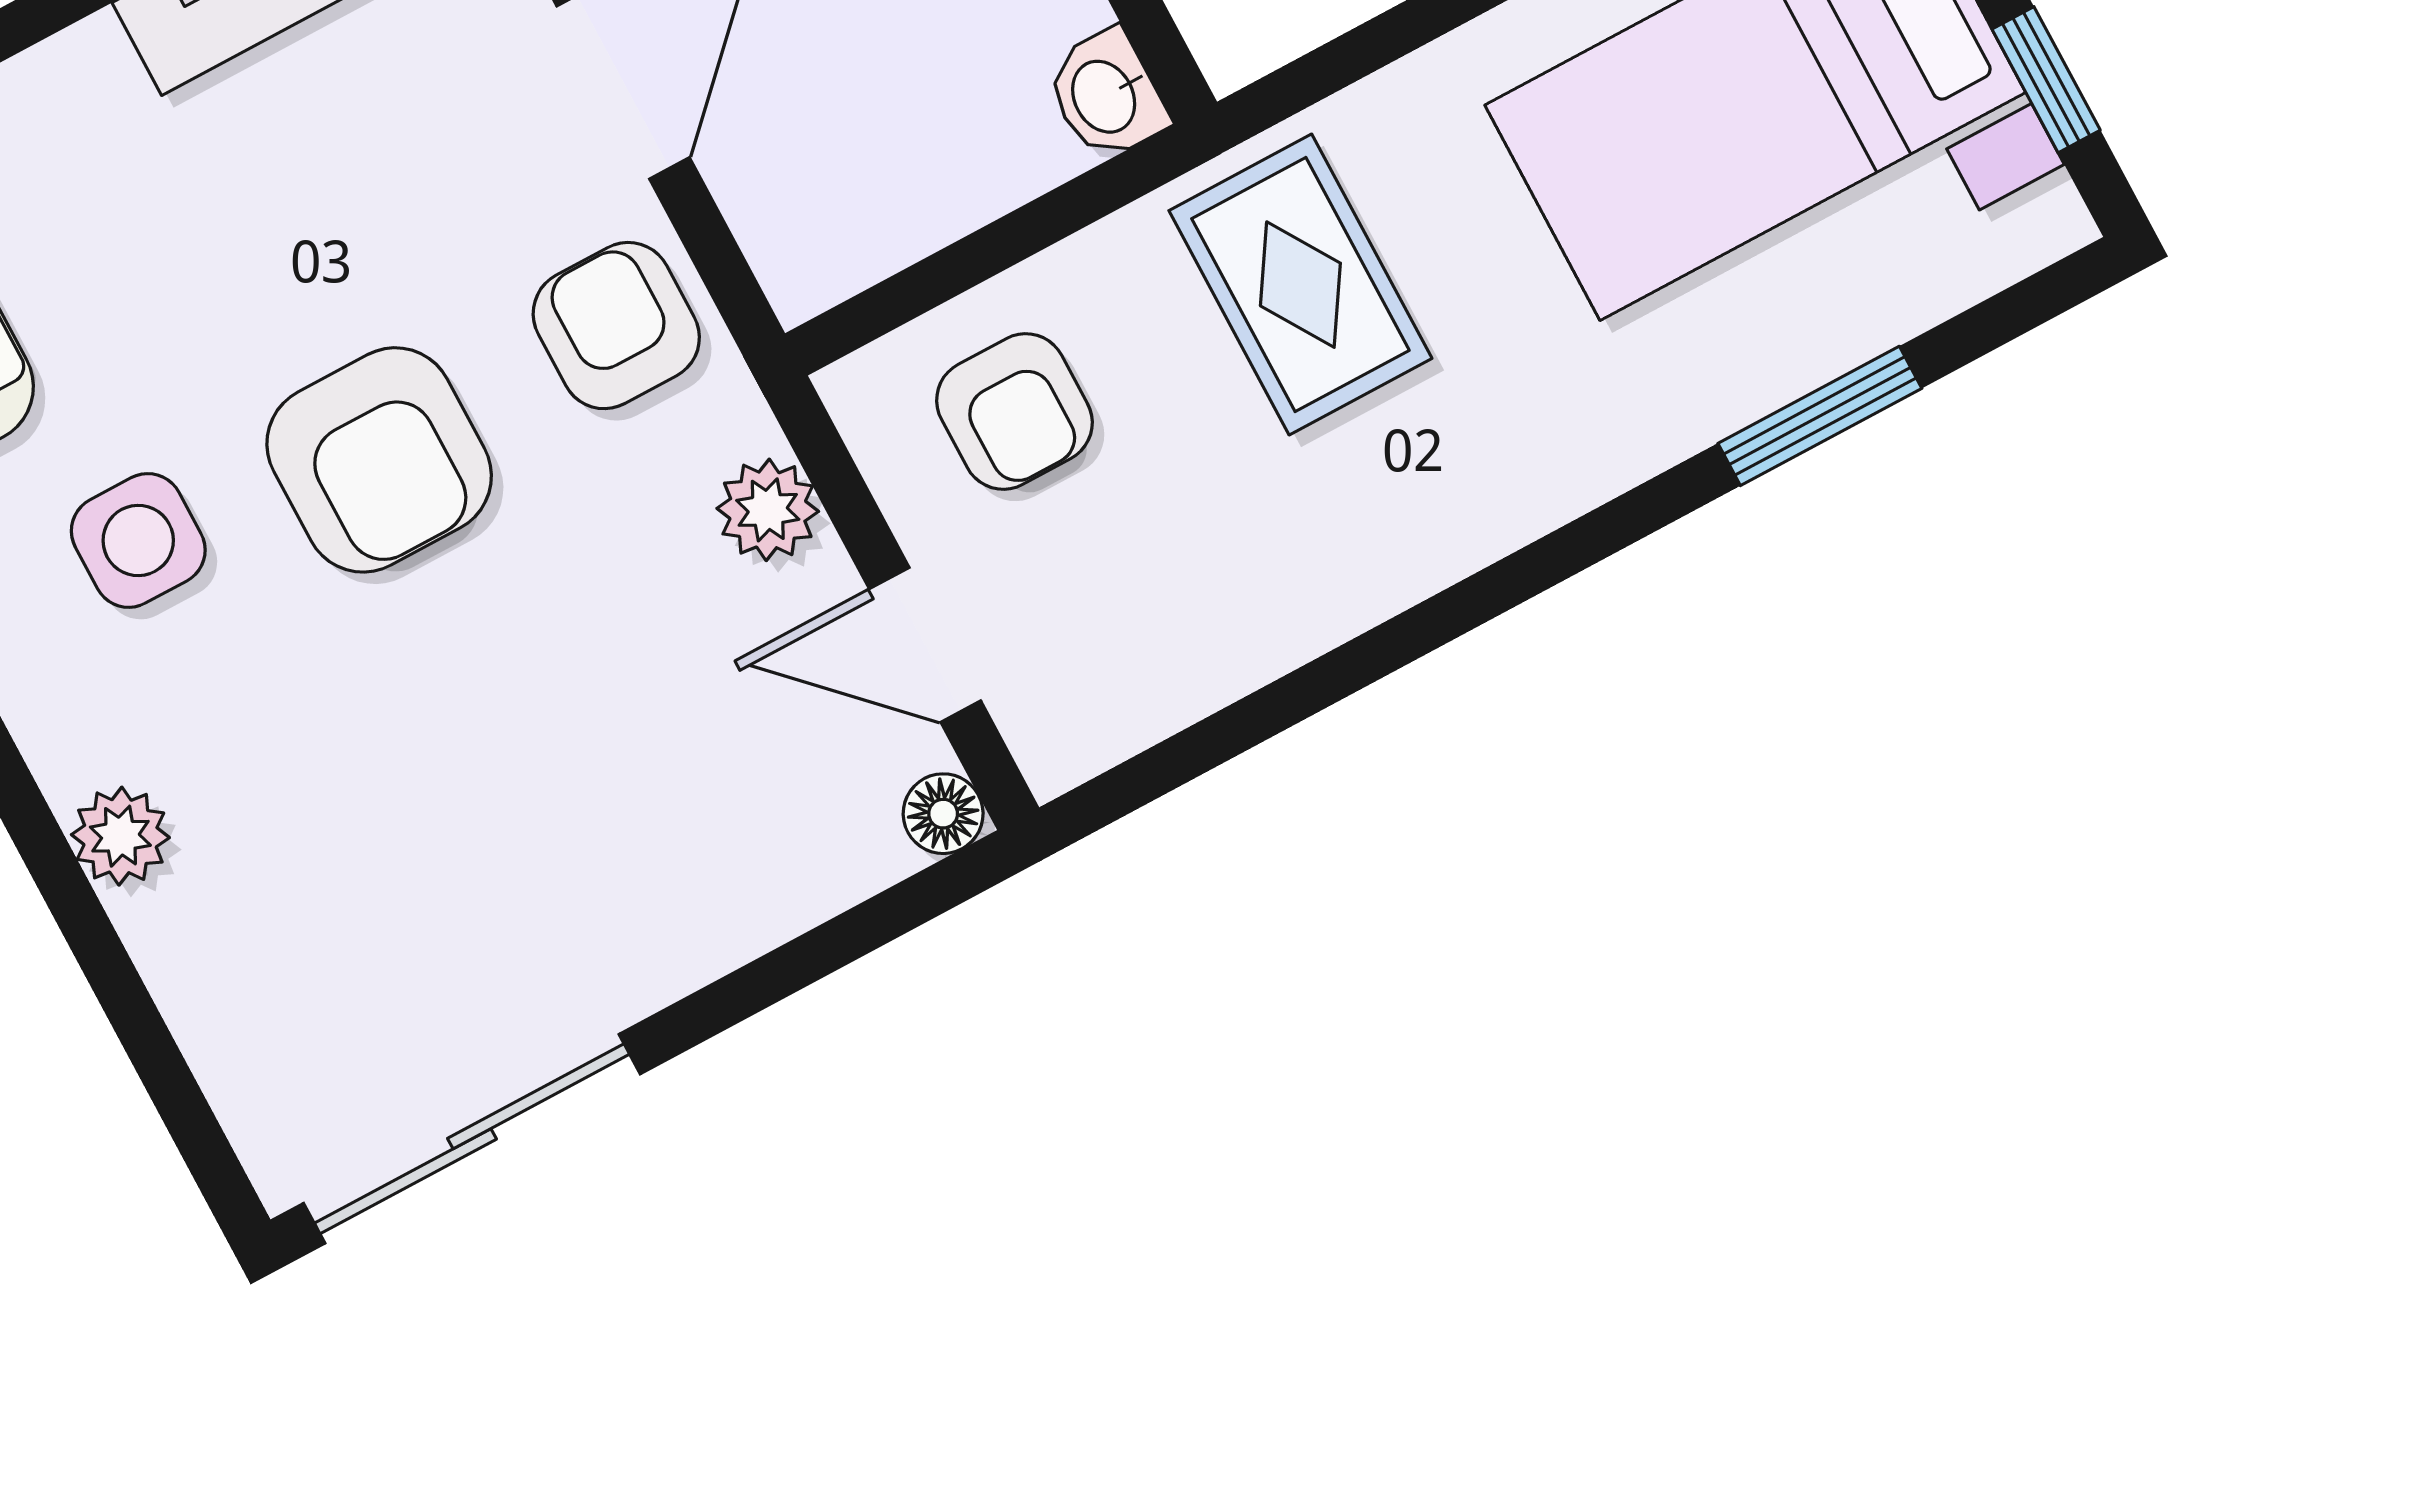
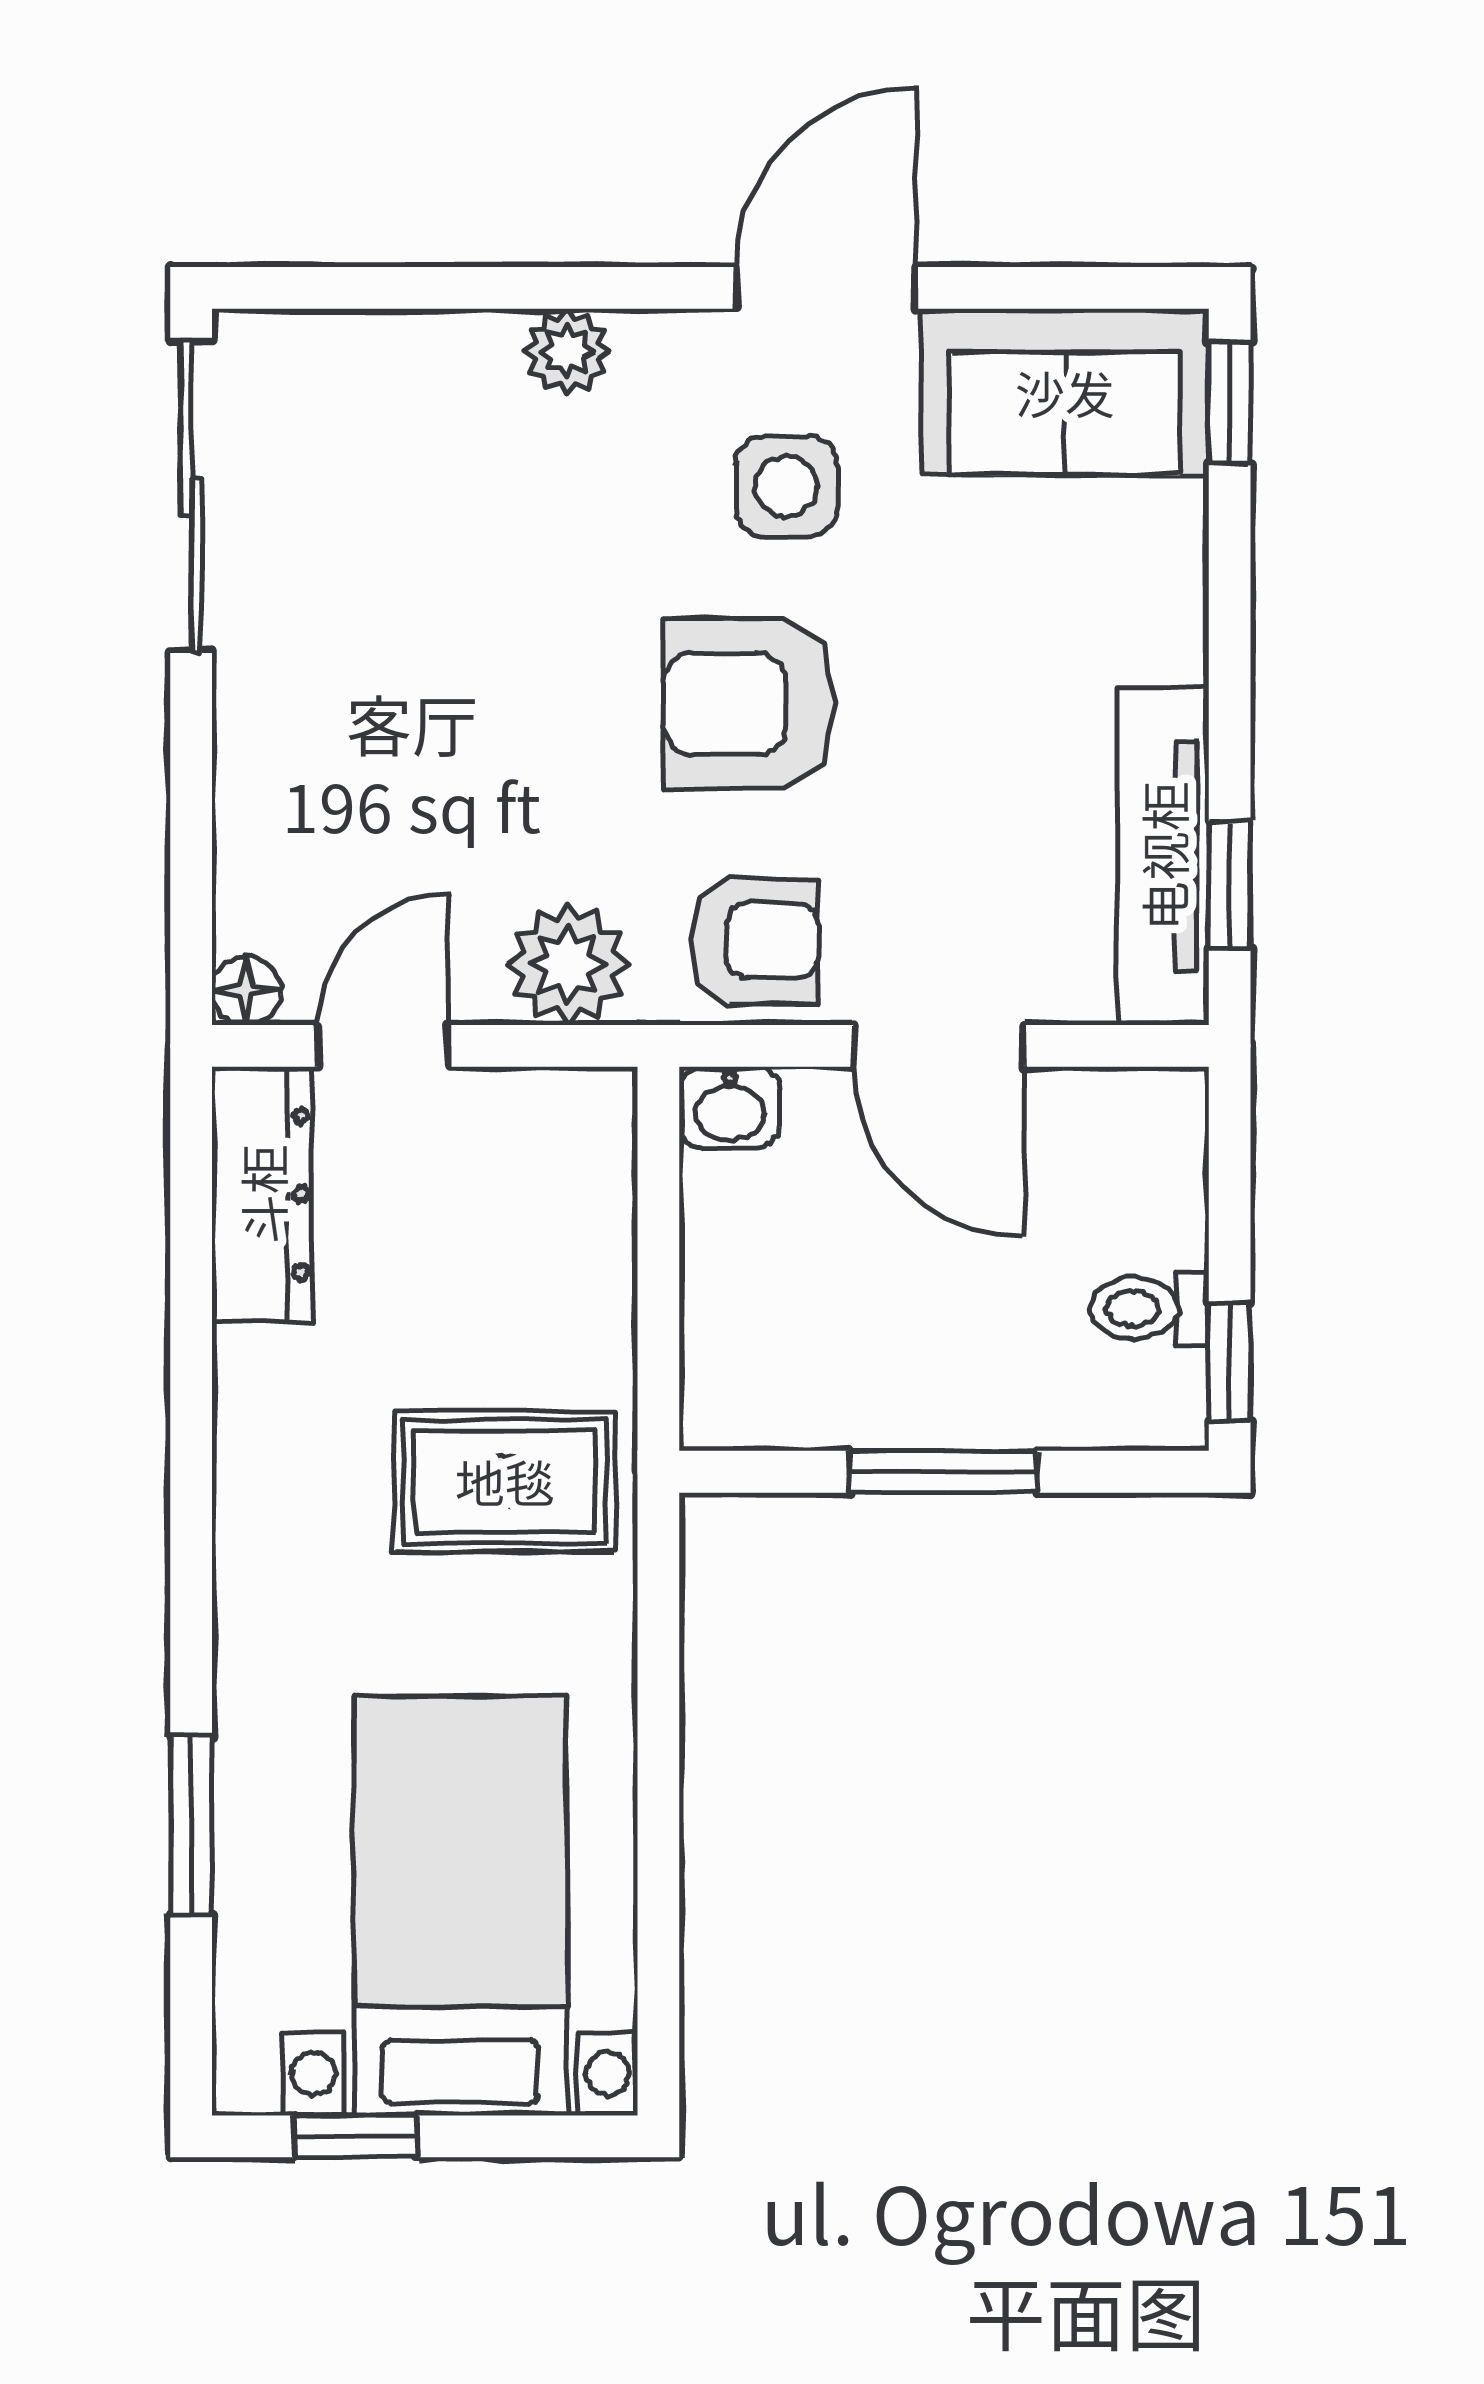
washbasin: (1106, 95) -> (730, 1107), moved, turned 180
armchair: (1014, 411) -> (525, 1210), removed
plant: (768, 510) -> (568, 964), width x1.38, depth x1.38
dresser: (1142, 687) -> (262, 1194), added

